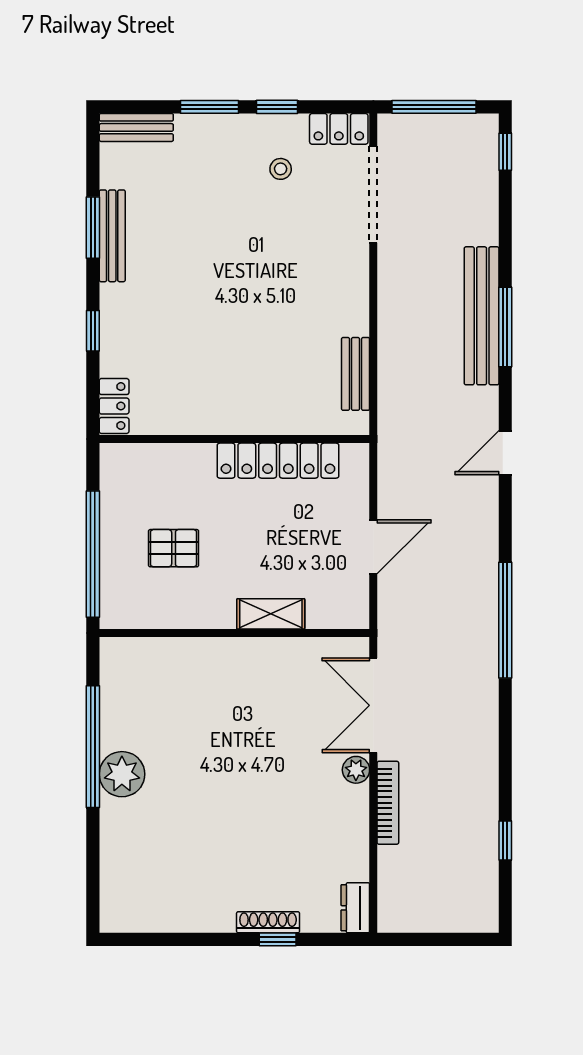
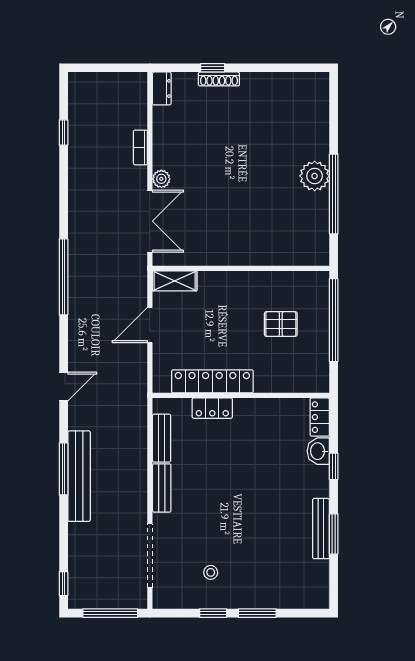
bench: (136, 127) -> (162, 488), moved, turned 90
locker: (339, 129) -> (212, 408), moved, turned 180
washbasin: (116, 354) -> (318, 451), added
shelving: (271, 614) -> (175, 281), moved
bookcase: (388, 803) -> (140, 147), width x0.64

